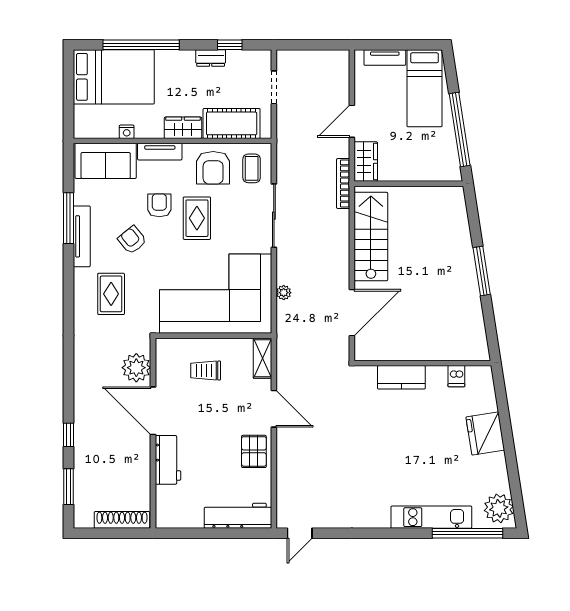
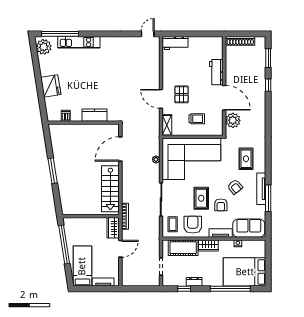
pallet: (254, 451) -> (182, 94), moved
workbench: (238, 516) -> (175, 43), width x0.73

